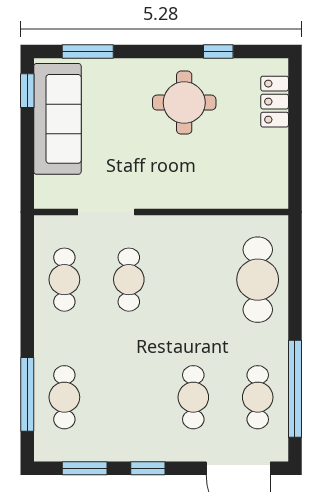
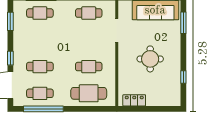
locker: (275, 102) -> (134, 100), moved
round table: (184, 103) -> (150, 59), moved
cafe table: (129, 280) -> (89, 67), moved
window: (148, 468) -> (10, 58), moved

